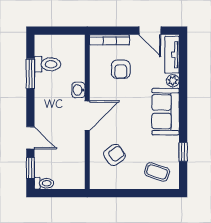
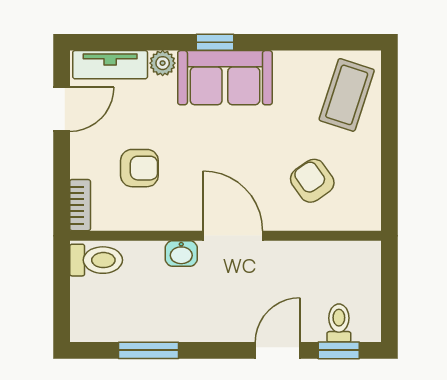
bookcase: (110, 40) -> (80, 205), width x0.64
toilet: (47, 64) -> (96, 260), moved, turned 90
window: (183, 152) -> (215, 42), moved
coffee table: (157, 172) -> (347, 95), width x1.36, depth x1.30
toilet: (44, 183) -> (339, 323), moved

